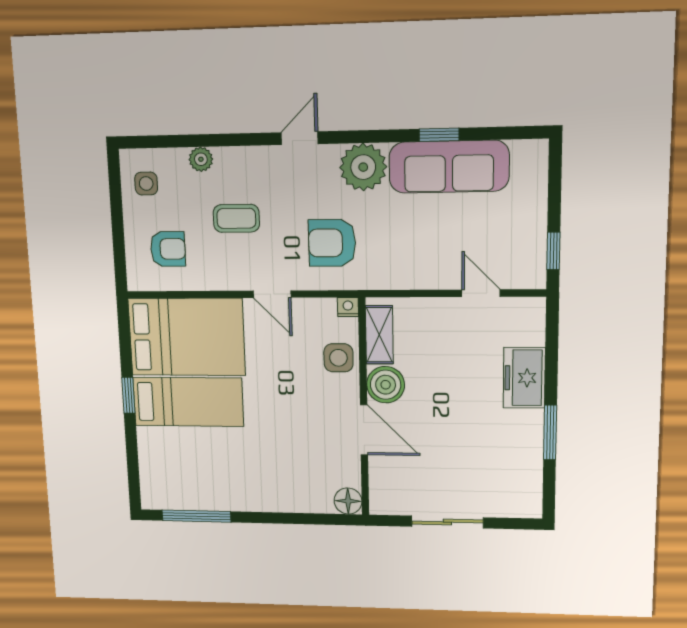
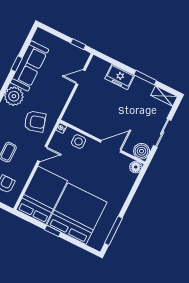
armchair: (332, 243) -> (35, 122), turned -106
shelving: (379, 335) -> (164, 96), moved
boiler: (386, 385) -> (142, 151), moved
bed: (188, 402) -> (77, 214), width x2.04

